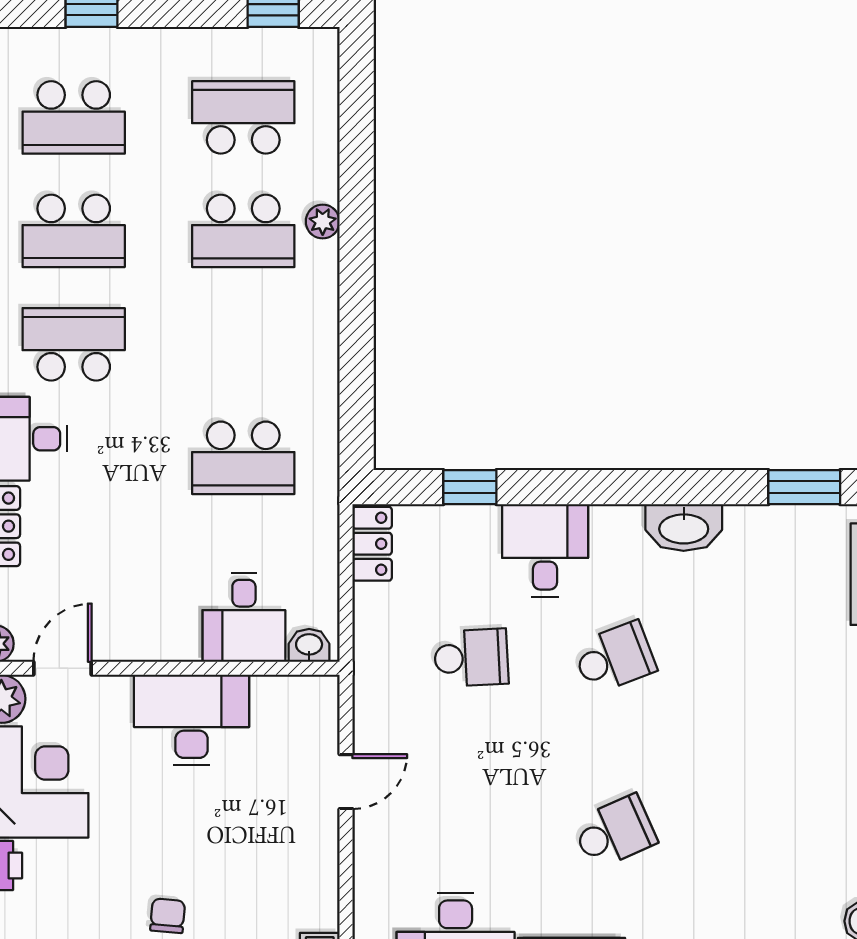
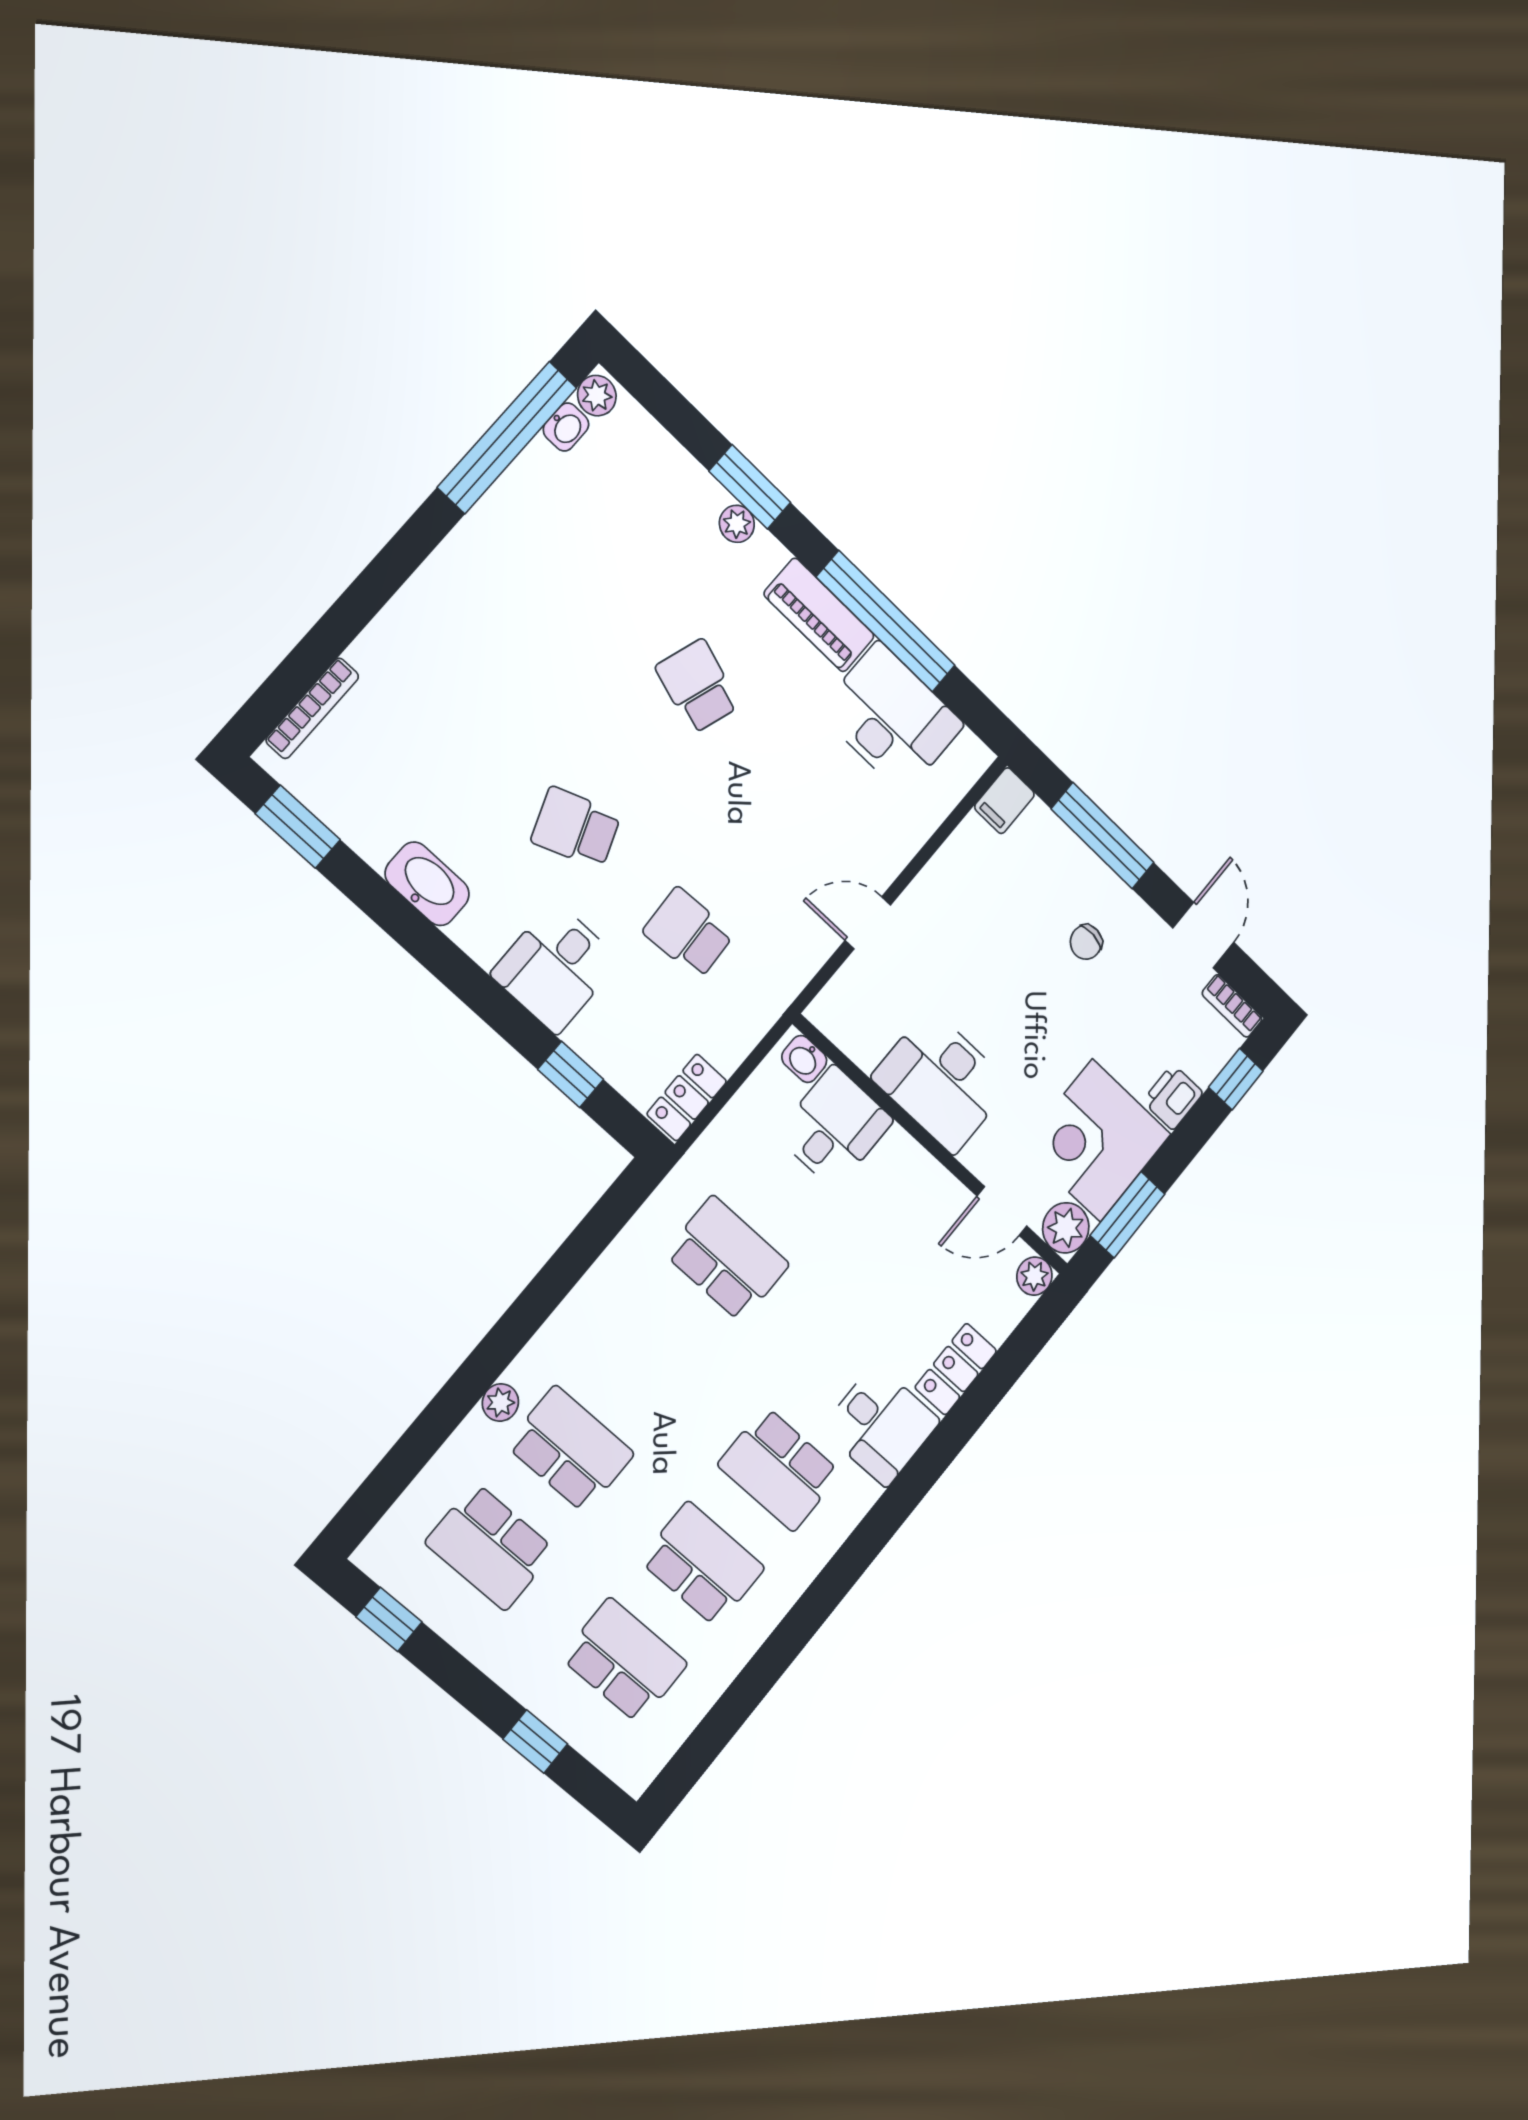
school desk: (614, 832) -> (698, 686), turned 42

